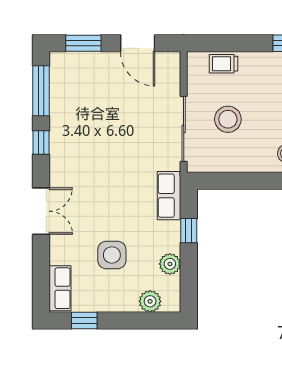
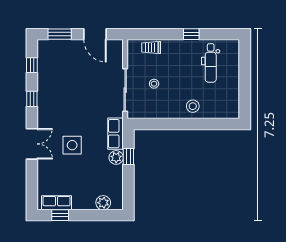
window: (41, 91) -> (32, 65), width x0.46
stool: (228, 119) -> (154, 84), width x0.53, depth x0.53
side table: (112, 255) -> (72, 145), moved
plant: (170, 264) -> (116, 157), moved
row of seats: (60, 288) -> (57, 203), moved, turned -90

